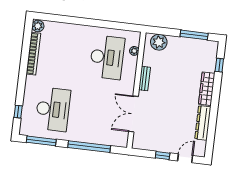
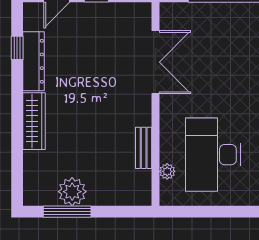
plant: (159, 42) -> (72, 192), moved
window: (219, 65) -> (17, 48), moved
bench: (145, 79) -> (144, 148), moved

